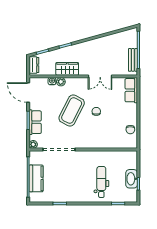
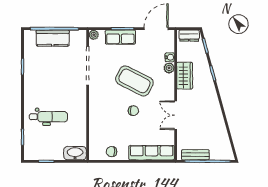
row of seats: (131, 90) -> (152, 153), width x1.48
washbasin: (132, 179) -> (75, 153), moved

